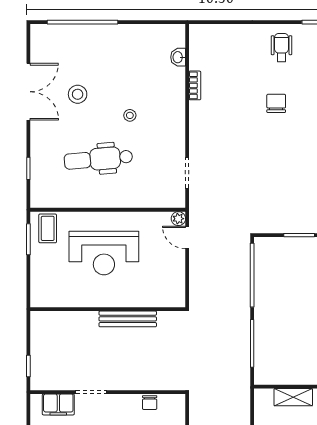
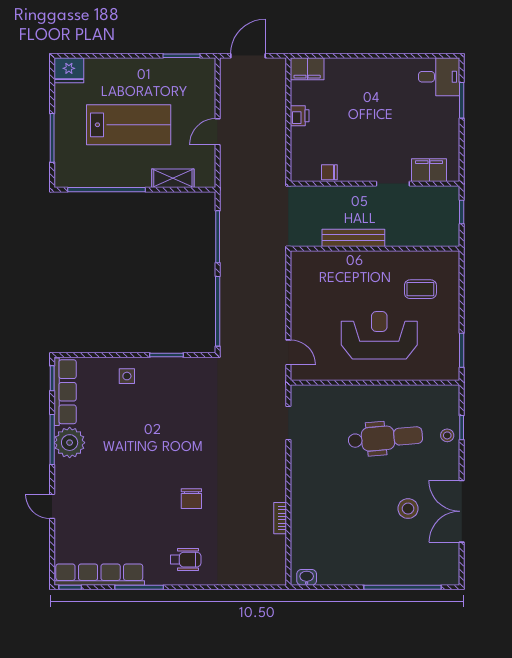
wheelchair: (282, 47) -> (186, 560), turned -90
washbasin: (178, 57) -> (307, 577), moved, turned -90
stool: (130, 115) -> (447, 435), moved
plant: (178, 219) -> (298, 373), removed
coffee table: (48, 228) -> (420, 289), moved, turned 90
wall: (108, 309) -> (375, 249), moved
bench: (128, 319) -> (353, 238), moved
chair: (150, 403) -> (329, 172), turned -90

